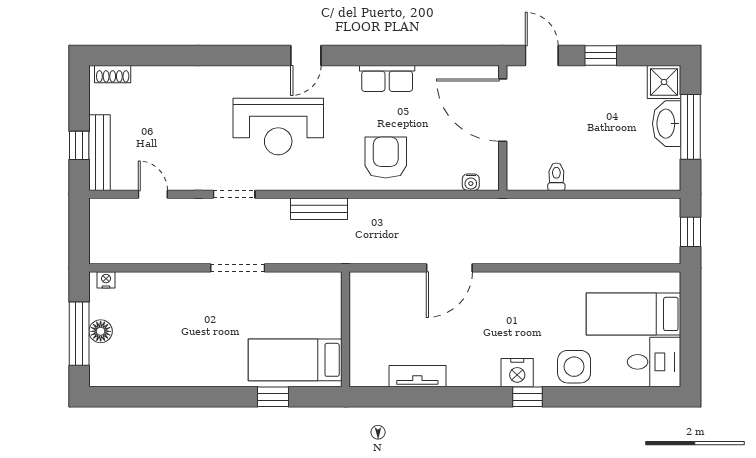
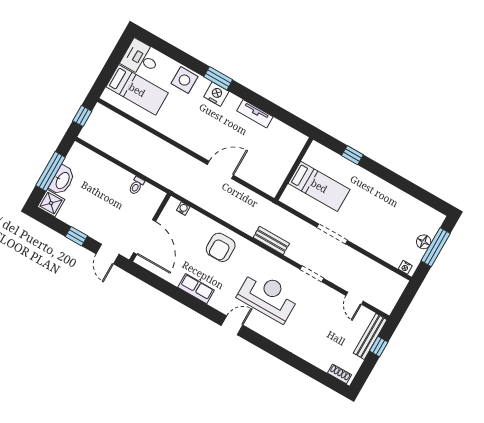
bed: (295, 360) -> (319, 186), moved
tv unit: (417, 376) -> (255, 114), moved
window: (527, 397) -> (218, 78), width x1.50

